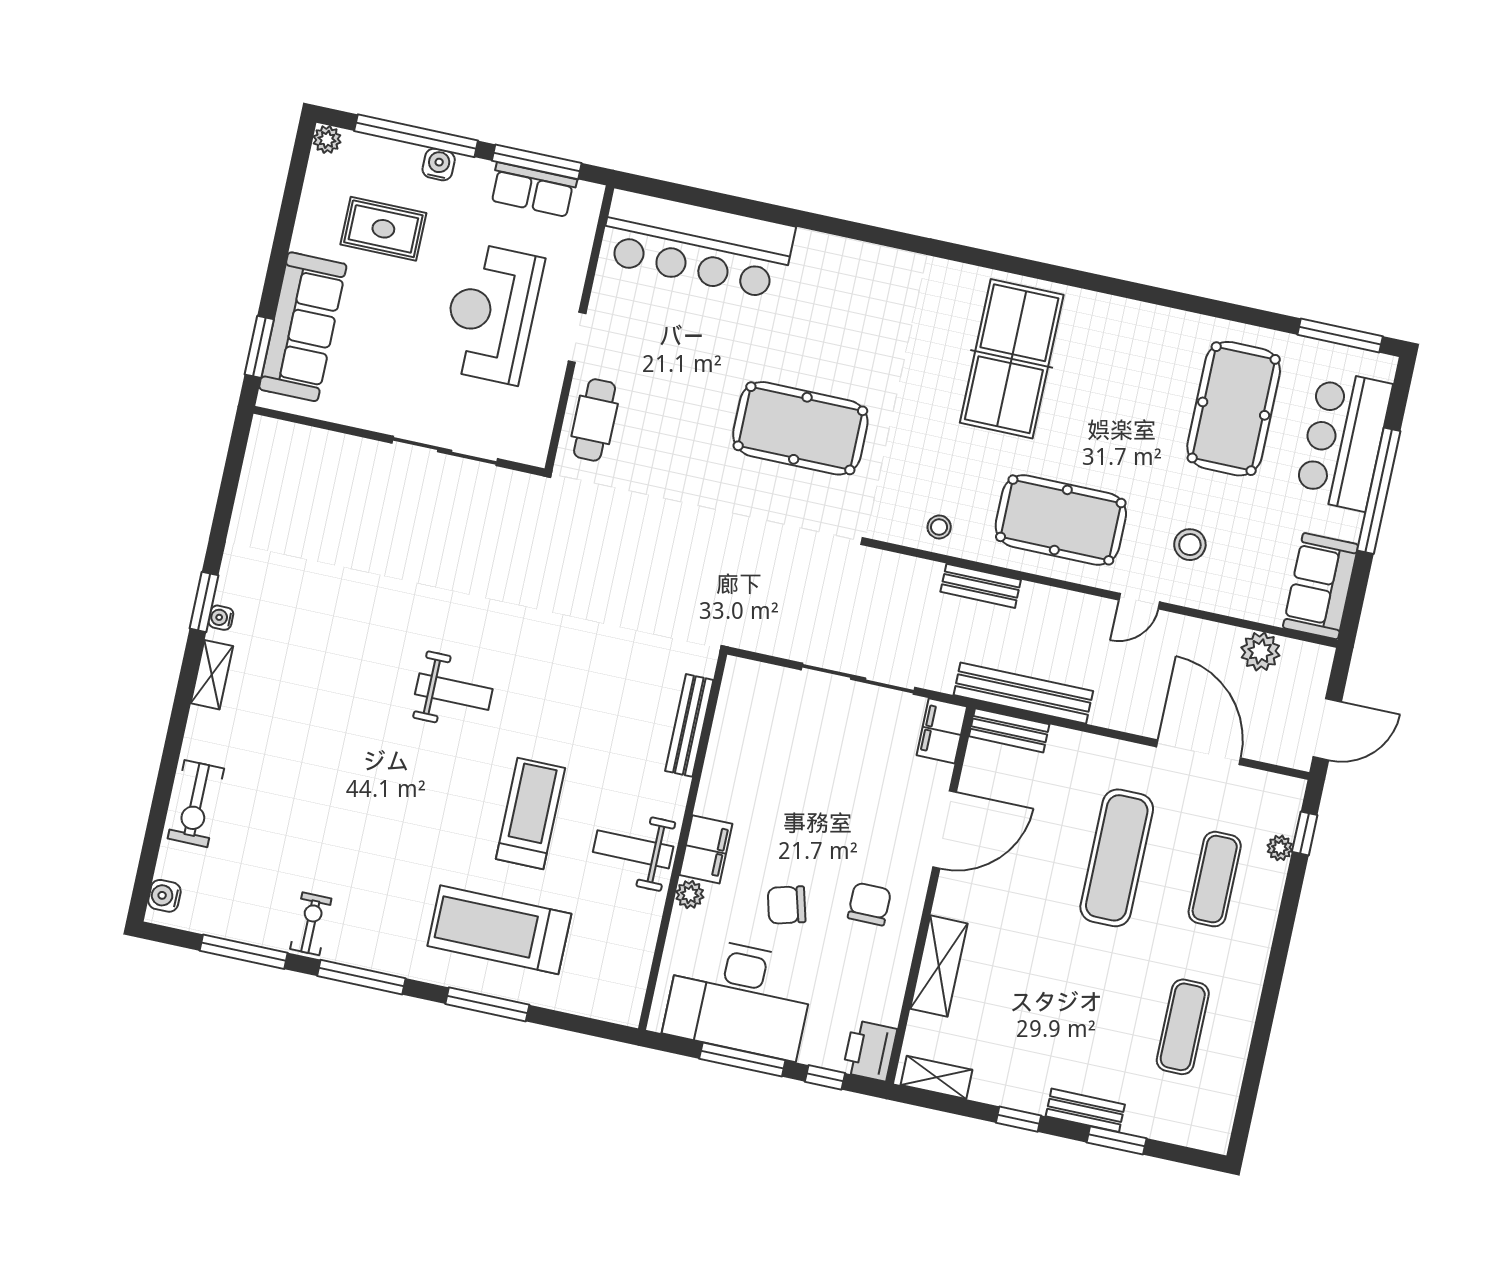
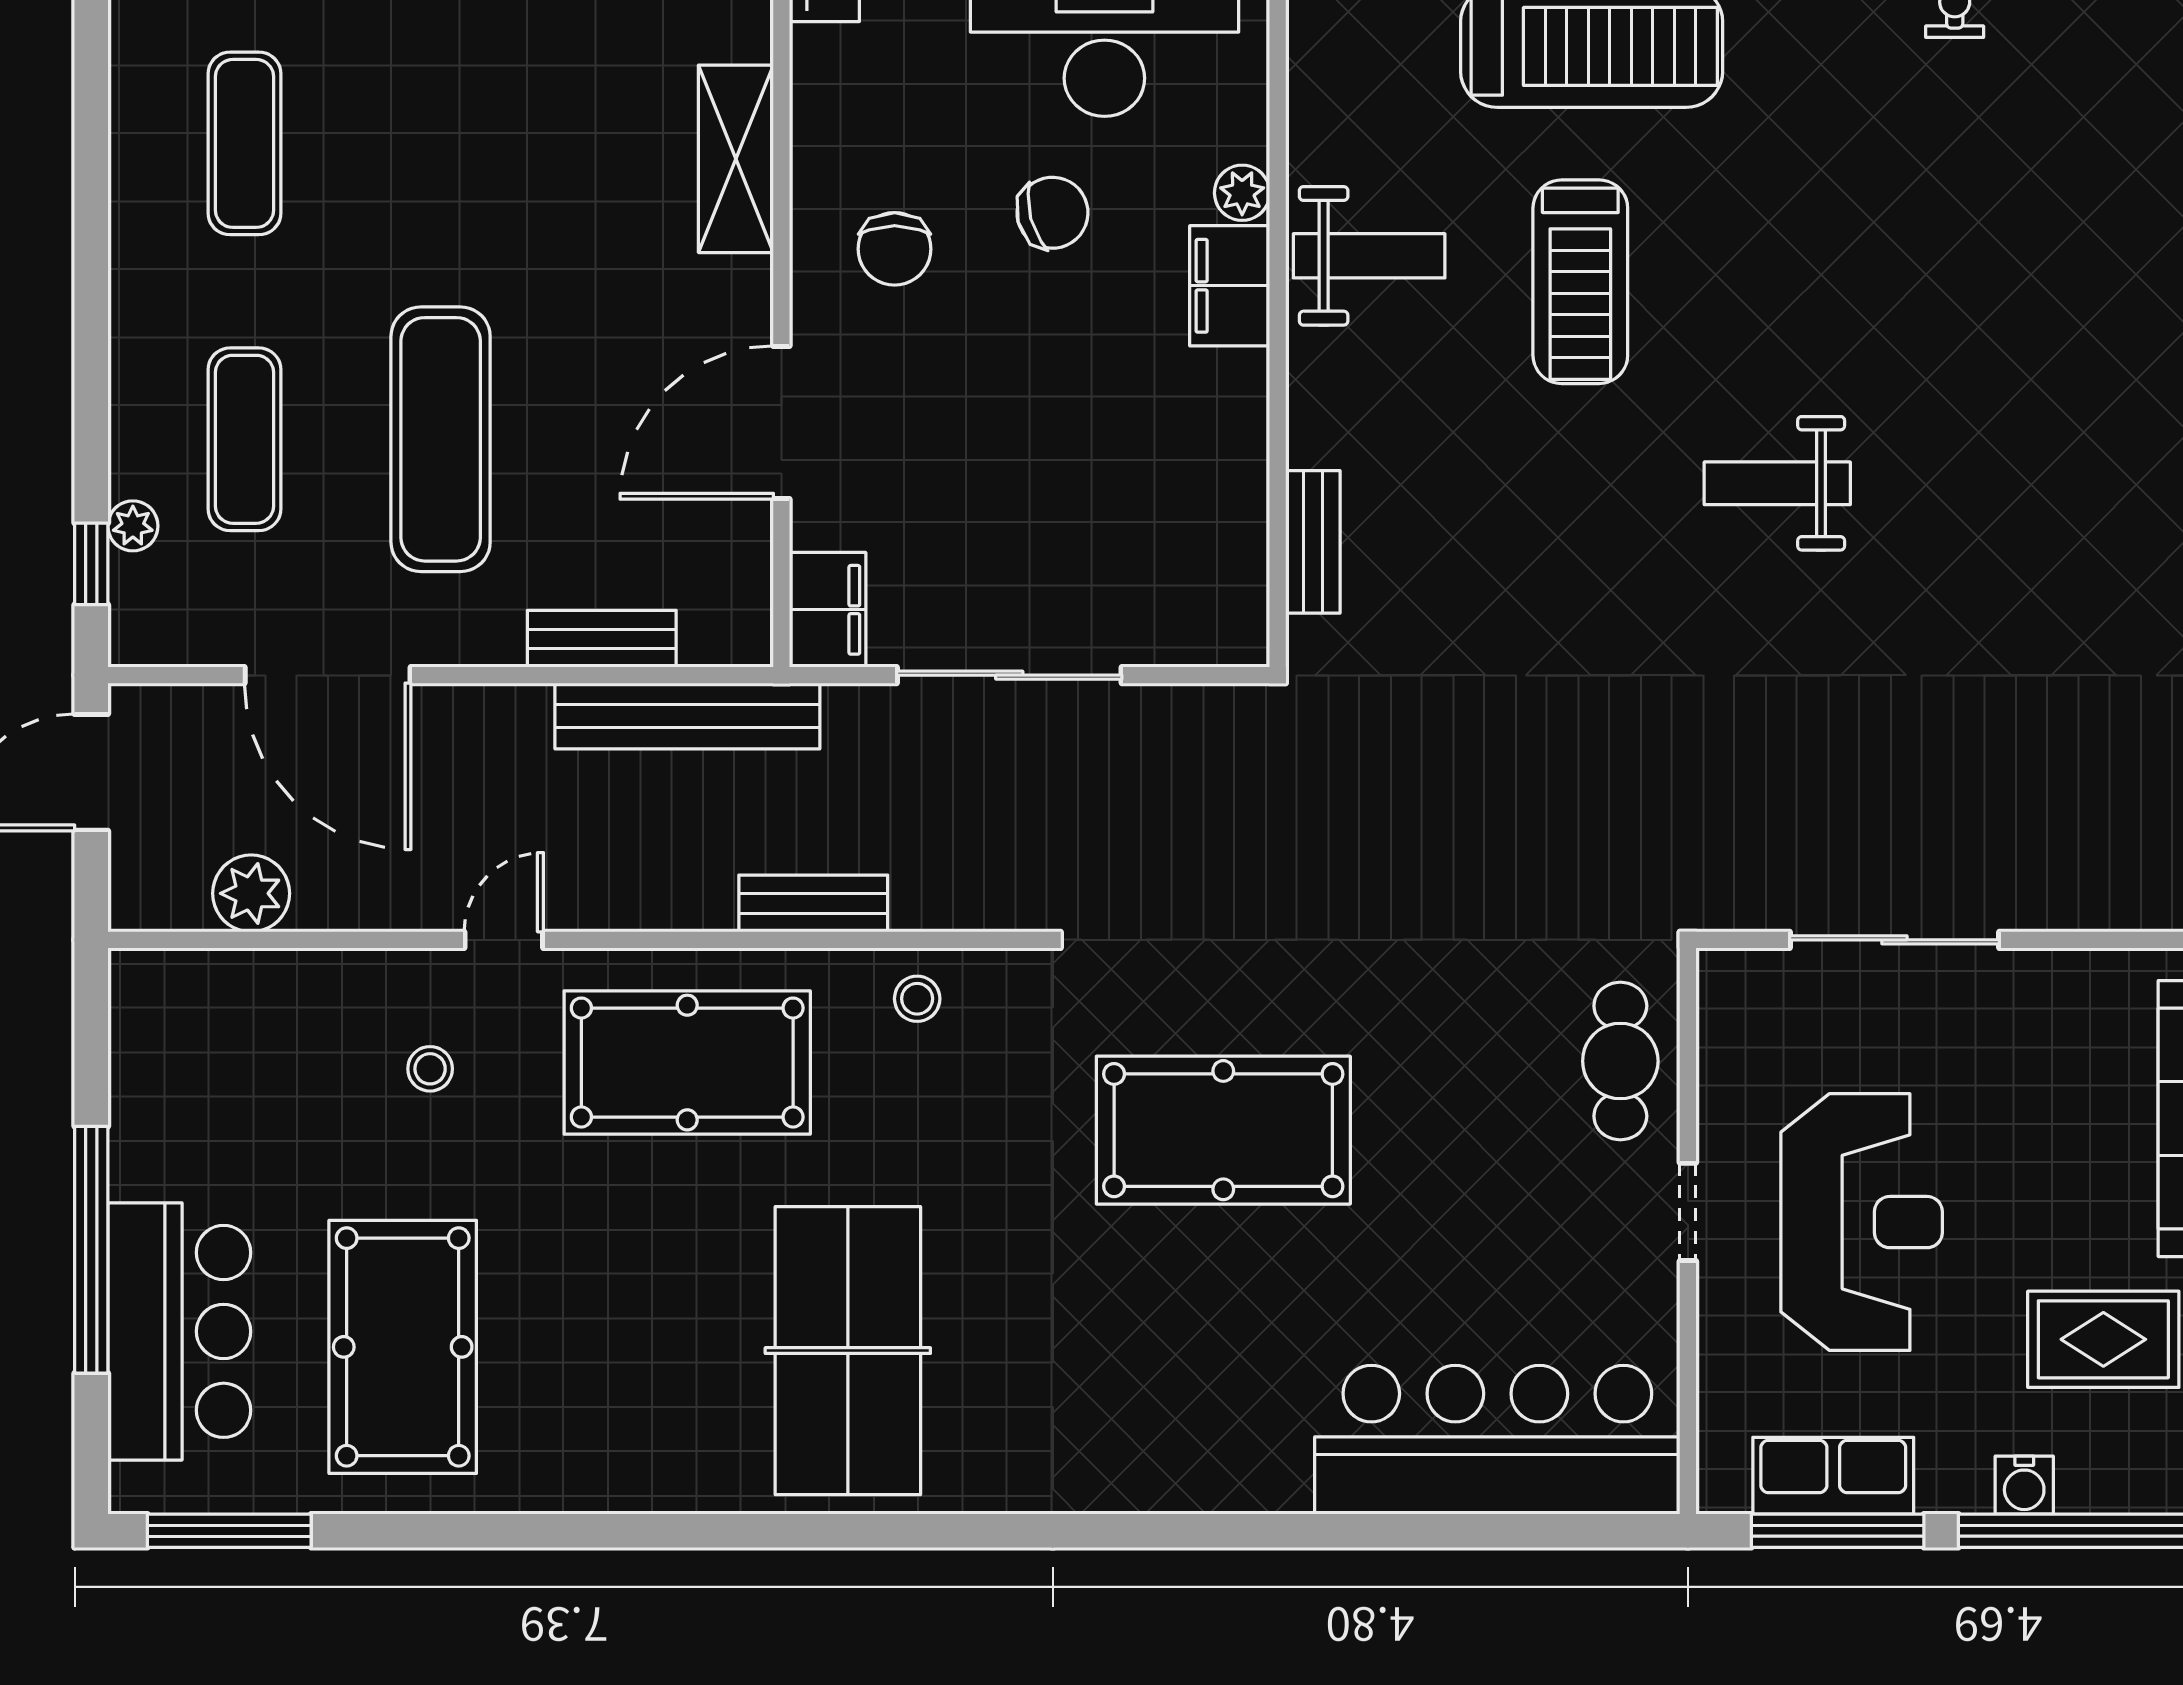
stool: (1190, 545) -> (430, 1069), width x0.73, depth x0.73
sofa: (1321, 586) -> (163, 1043), removed
bench: (689, 725) -> (1313, 542), width x0.73
bench: (1009, 730) -> (602, 639), moved

